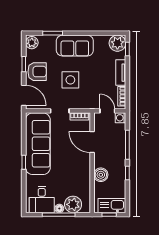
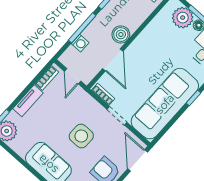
washing machine: (121, 118) -> (80, 43), moved
boiler: (101, 175) -> (121, 34), moved

